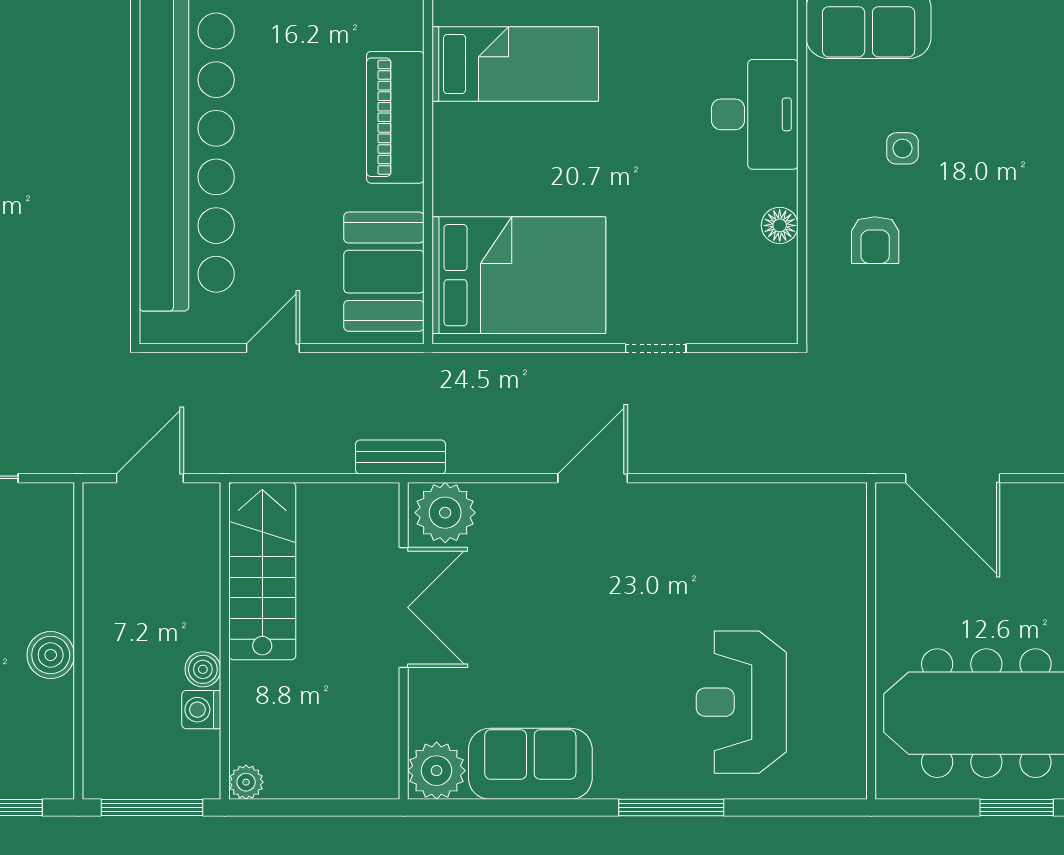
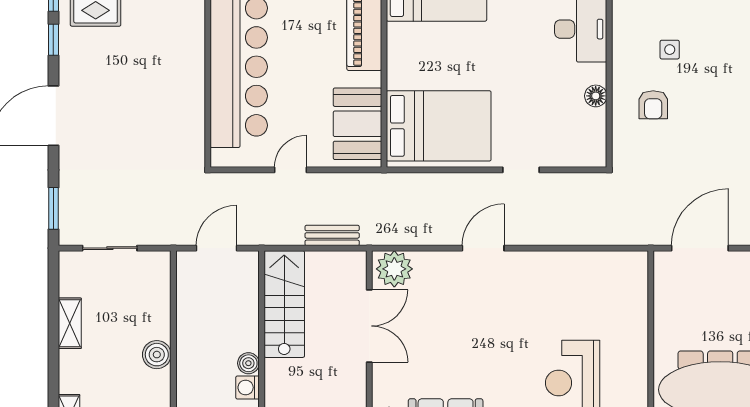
bench: (401, 457) -> (332, 235), moved
door: (953, 478) -> (700, 248), swing flipped

